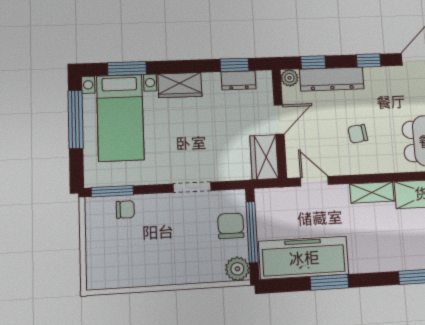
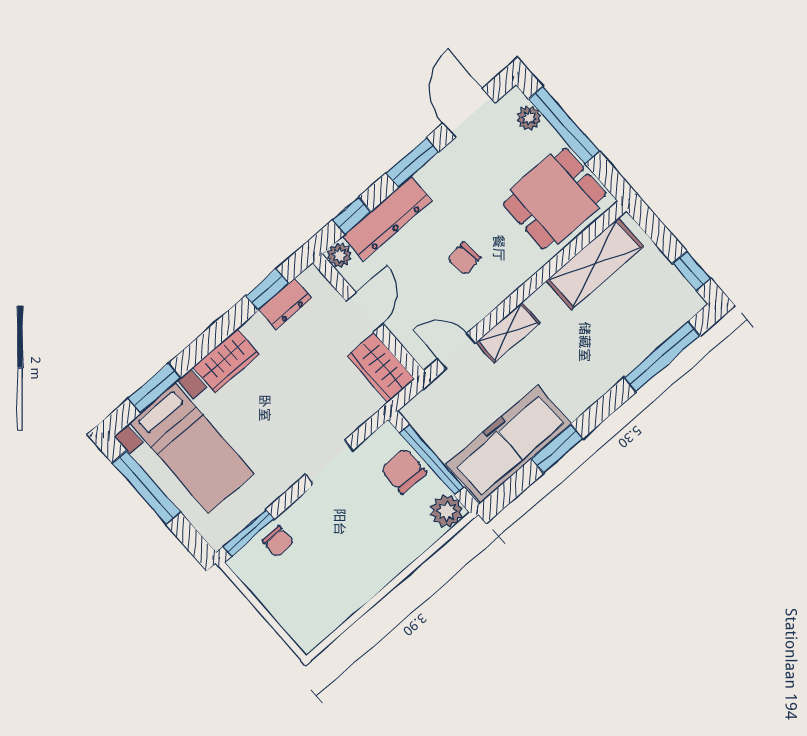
window: (369, 60) -> (412, 163), width x1.50
shelving: (372, 193) -> (508, 332), moved
chair: (125, 210) -> (278, 541), turned 90

